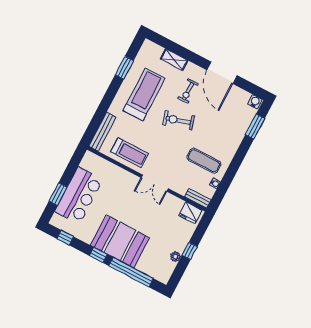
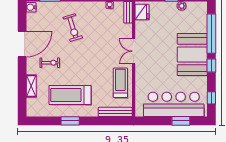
window: (124, 68) -> (70, 121), moved
exercise bike: (178, 120) -> (73, 28), moved
exercise mat: (204, 161) -> (97, 23), removed
double door: (155, 183) -> (134, 51), swing flipped
bar counter: (79, 196) -> (174, 104), width x1.36

